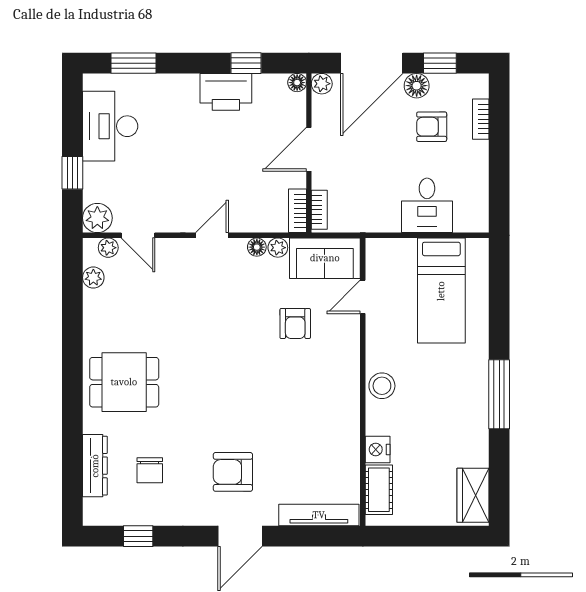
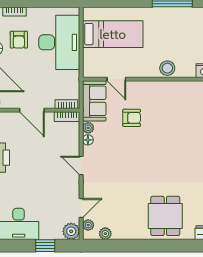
desk: (427, 205) -> (59, 42), width x1.87, depth x1.30

